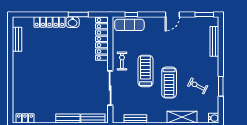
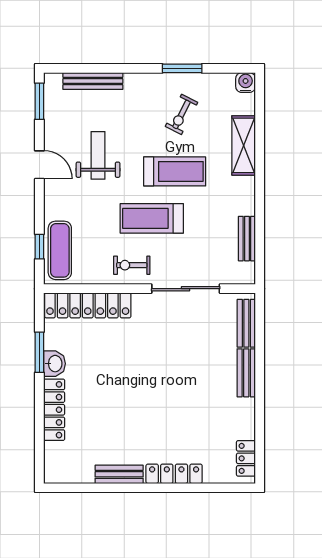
bench: (17, 39) -> (119, 474), moved
weight bench: (177, 44) -> (98, 155), added
locker: (17, 82) -> (174, 474), added

